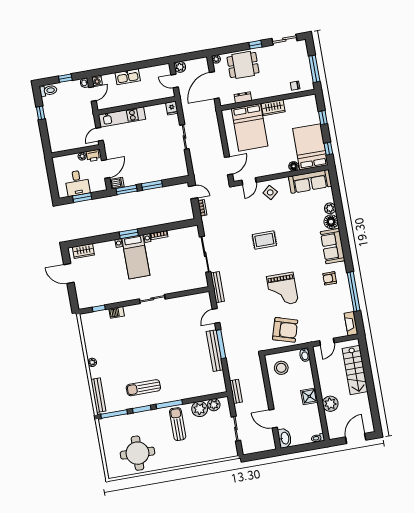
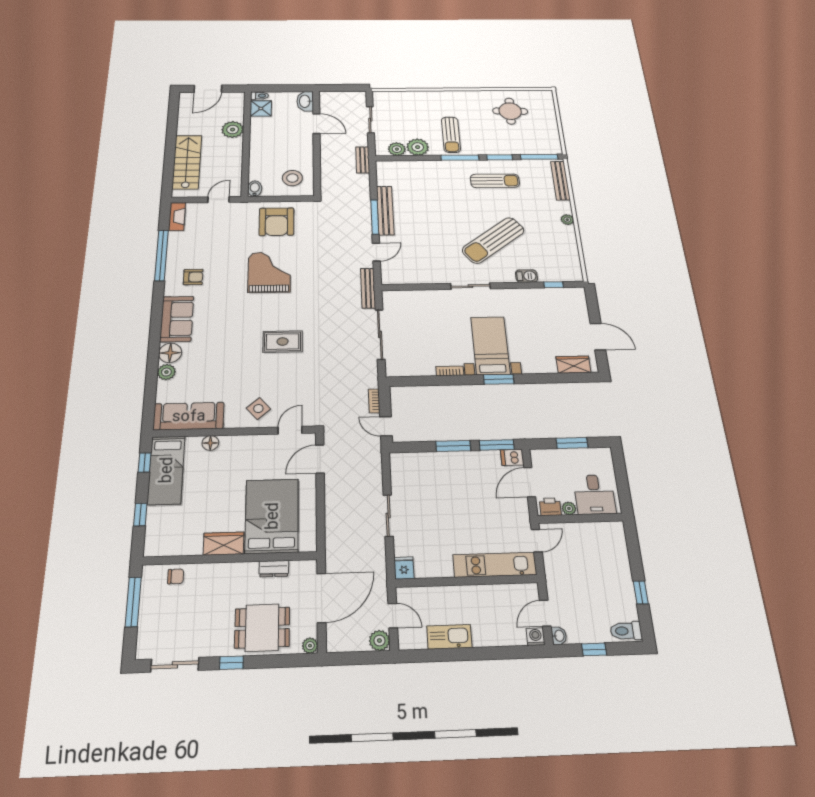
kitchen sink: (128, 77) -> (449, 637), moved
bed: (310, 147) -> (166, 470), width x0.67
desk: (77, 183) -> (594, 494), moved, turned 180
armchair: (285, 330) -> (276, 222), turned -107
sun lounger: (140, 337) -> (493, 240), added
shower: (309, 396) -> (261, 108), moved
round table: (137, 453) -> (510, 111), width x0.73, depth x0.73

